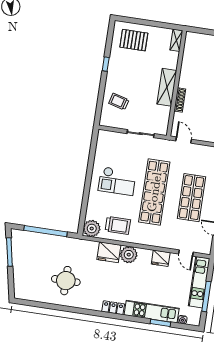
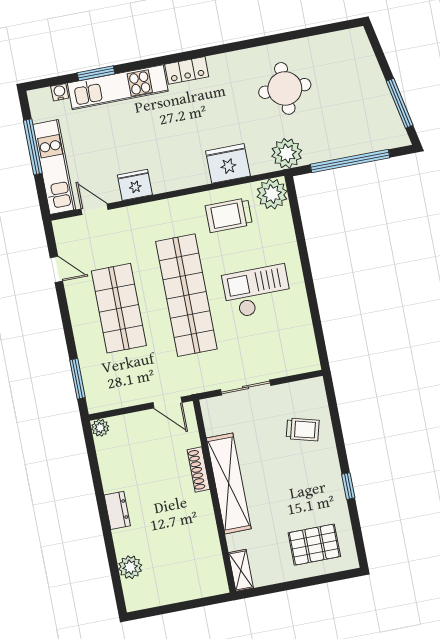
shelving: (167, 87) -> (229, 483), width x1.47
plant: (129, 255) -> (287, 153), moved

